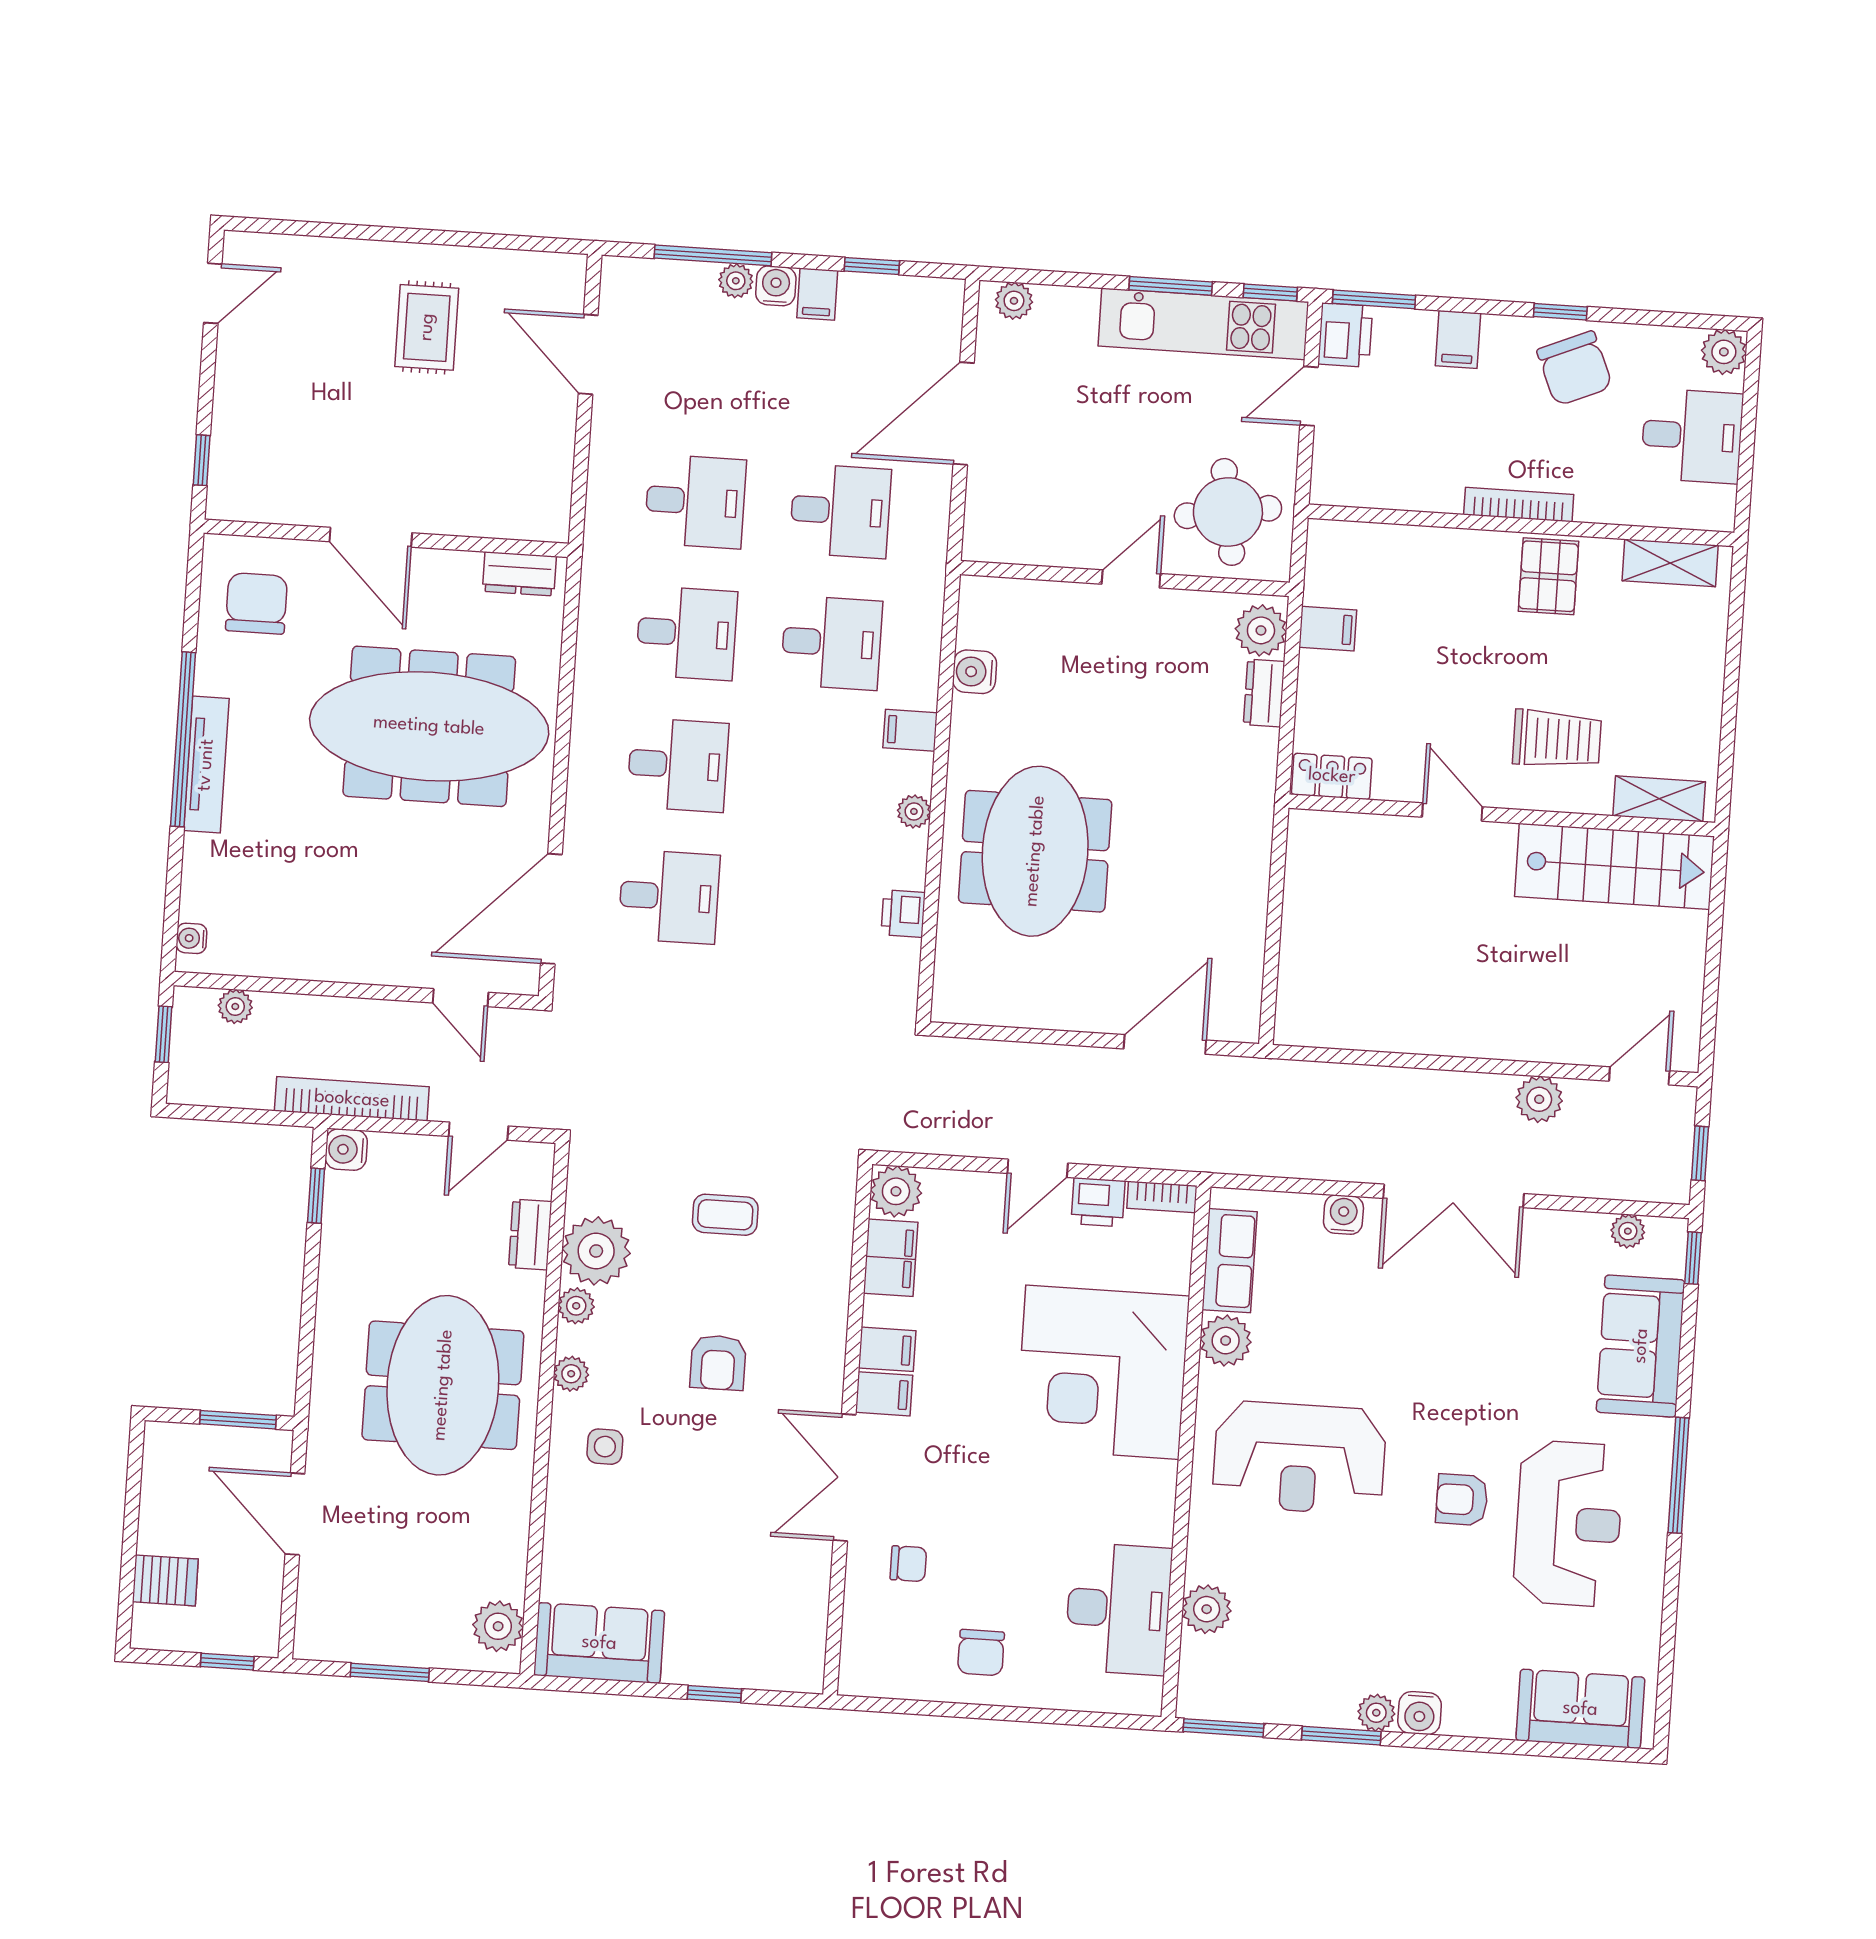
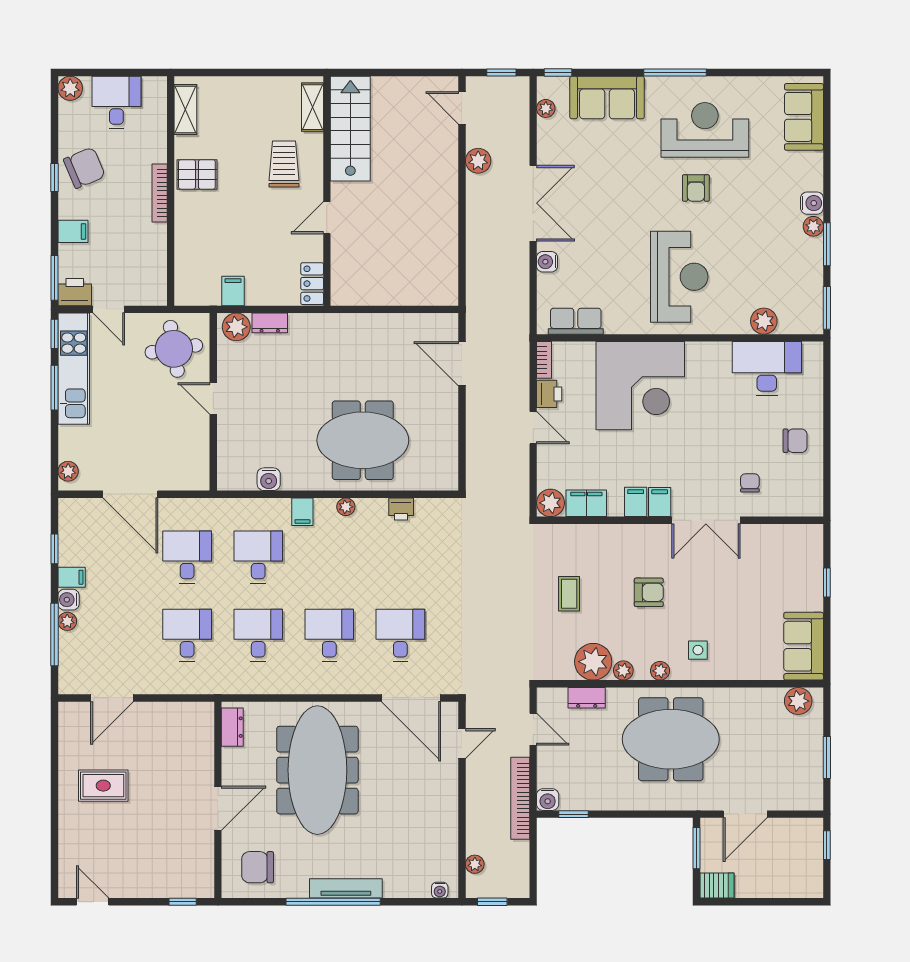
plant: (1226, 1341) -> (619, 321), removed
server rack: (165, 1580) -> (717, 885), moved, turned 90

